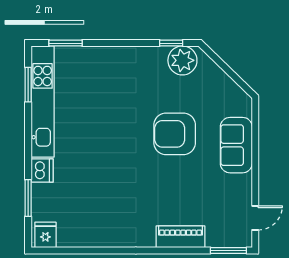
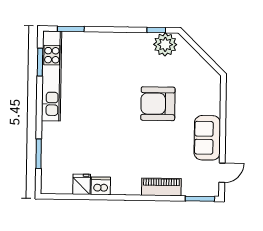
sofa: (236, 145) -> (207, 138), moved
dishwasher: (42, 170) -> (101, 186), moved, turned -90
fridge: (45, 235) -> (82, 184), moved

